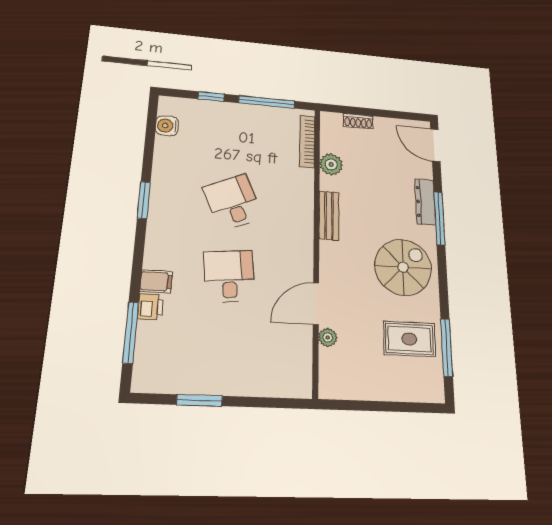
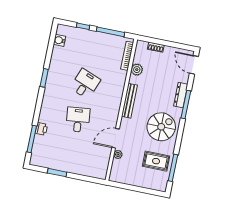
desk: (233, 202) -> (85, 84), turned 45
bench: (329, 216) -> (129, 101), width x1.36
filing cabinet: (156, 281) -> (45, 118), removed

